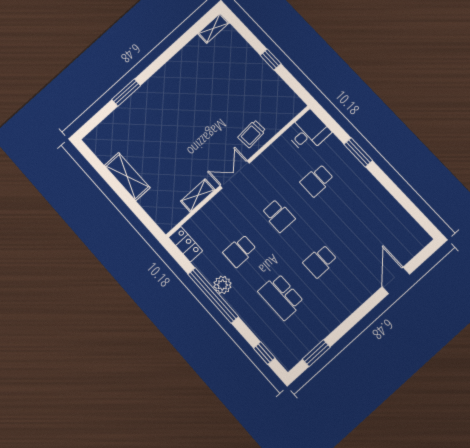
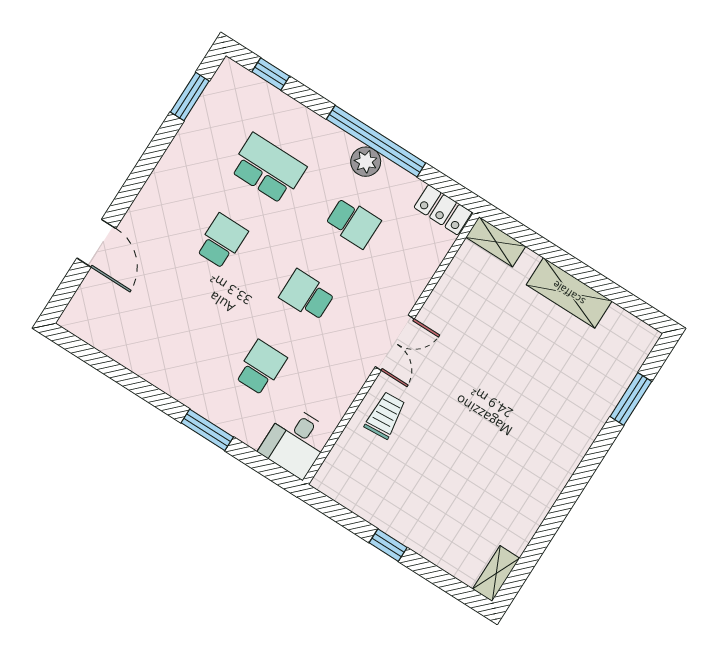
window: (126, 93) -> (631, 399), moved
shelving: (198, 195) -> (496, 242), moved, turned 90
school desk: (240, 251) -> (353, 223), turned 90

